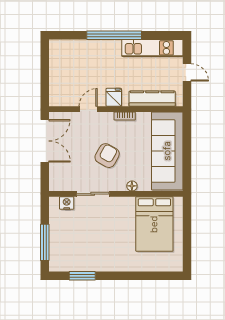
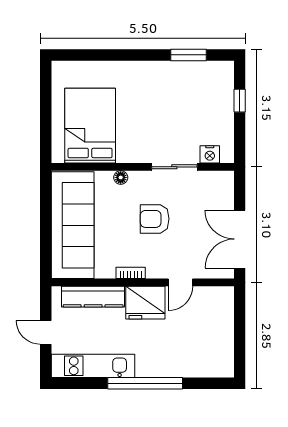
fridge: (114, 97) -> (145, 303), width x1.88, depth x1.34
armchair: (107, 156) -> (155, 219), turned 61
window: (45, 242) -> (240, 101), width x0.46

